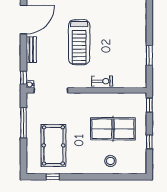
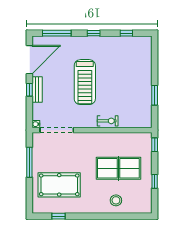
window: (23, 78) -> (29, 90), moved
pool table: (53, 145) -> (59, 185), turned 90

